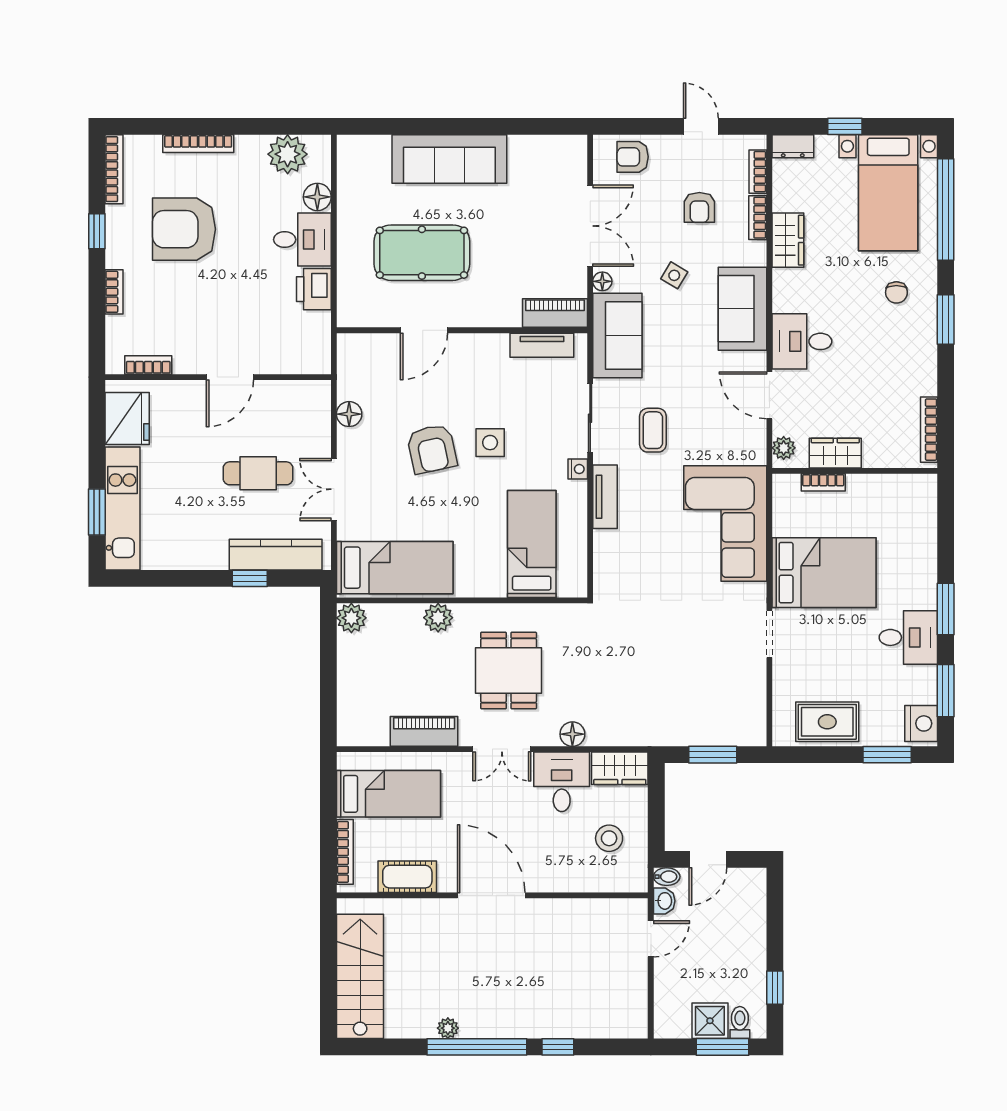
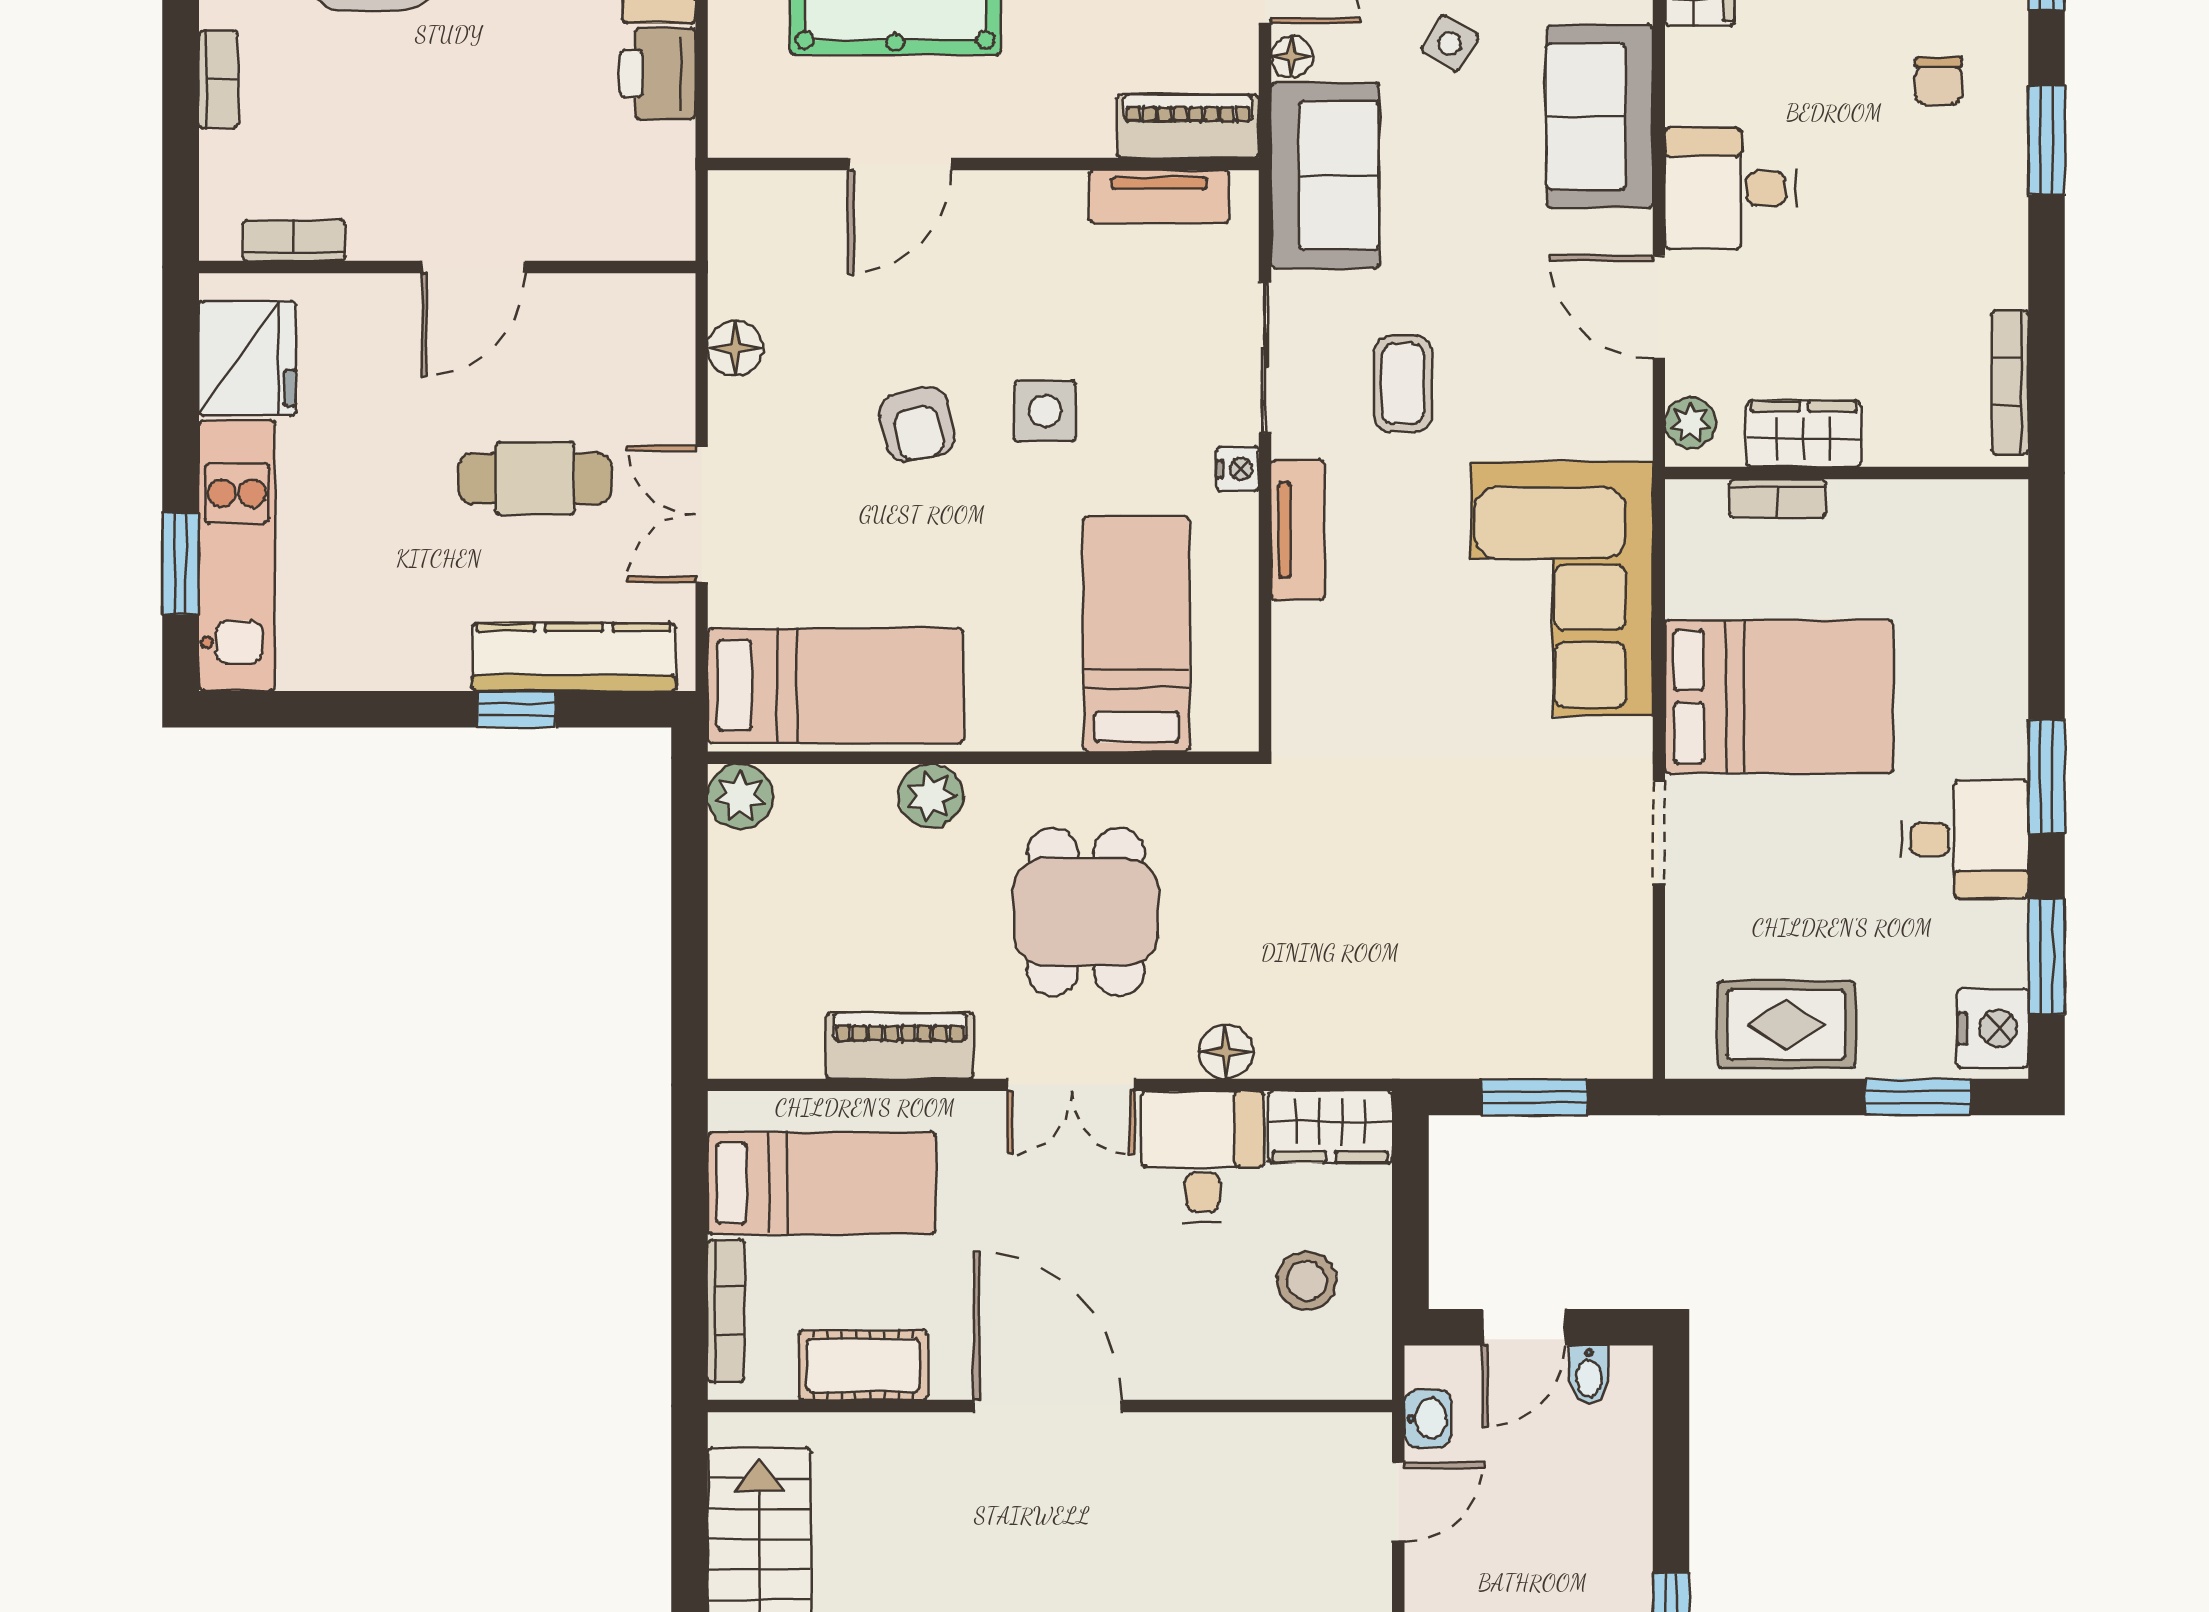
armchair: (432, 449) -> (917, 425), width x0.72, depth x0.72
bidet: (667, 877) -> (1589, 1374), moved, turned 90

